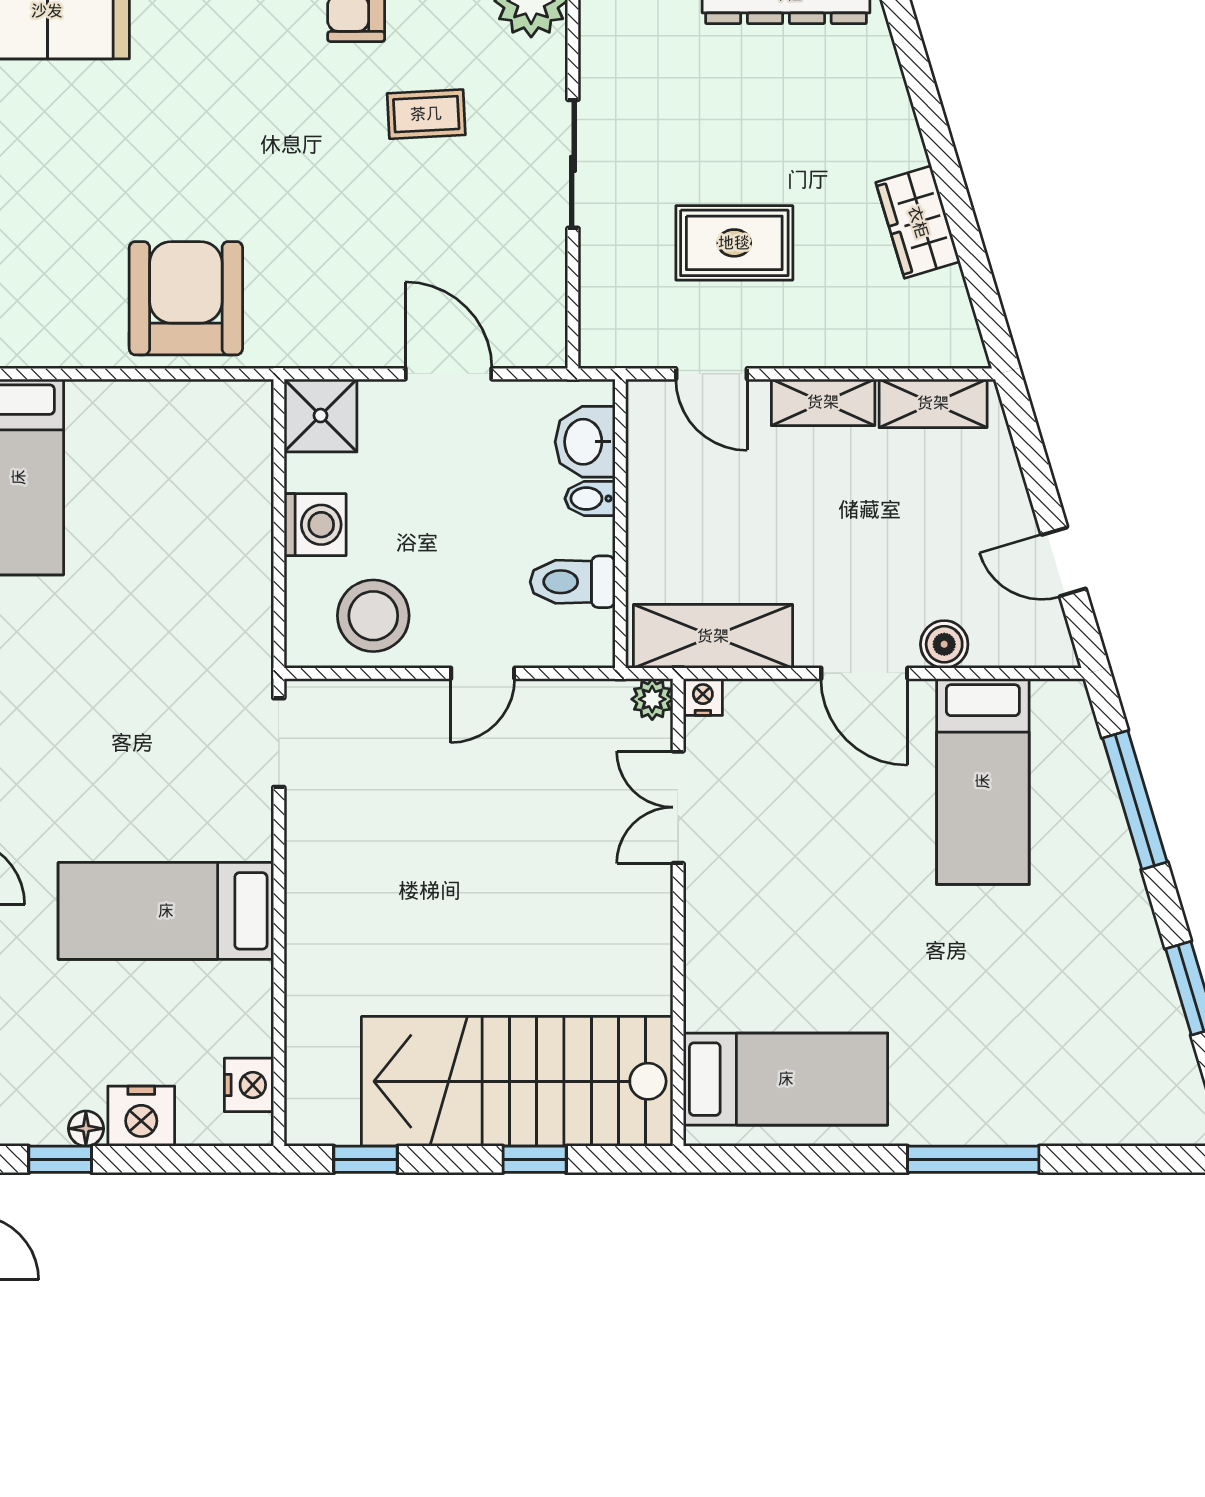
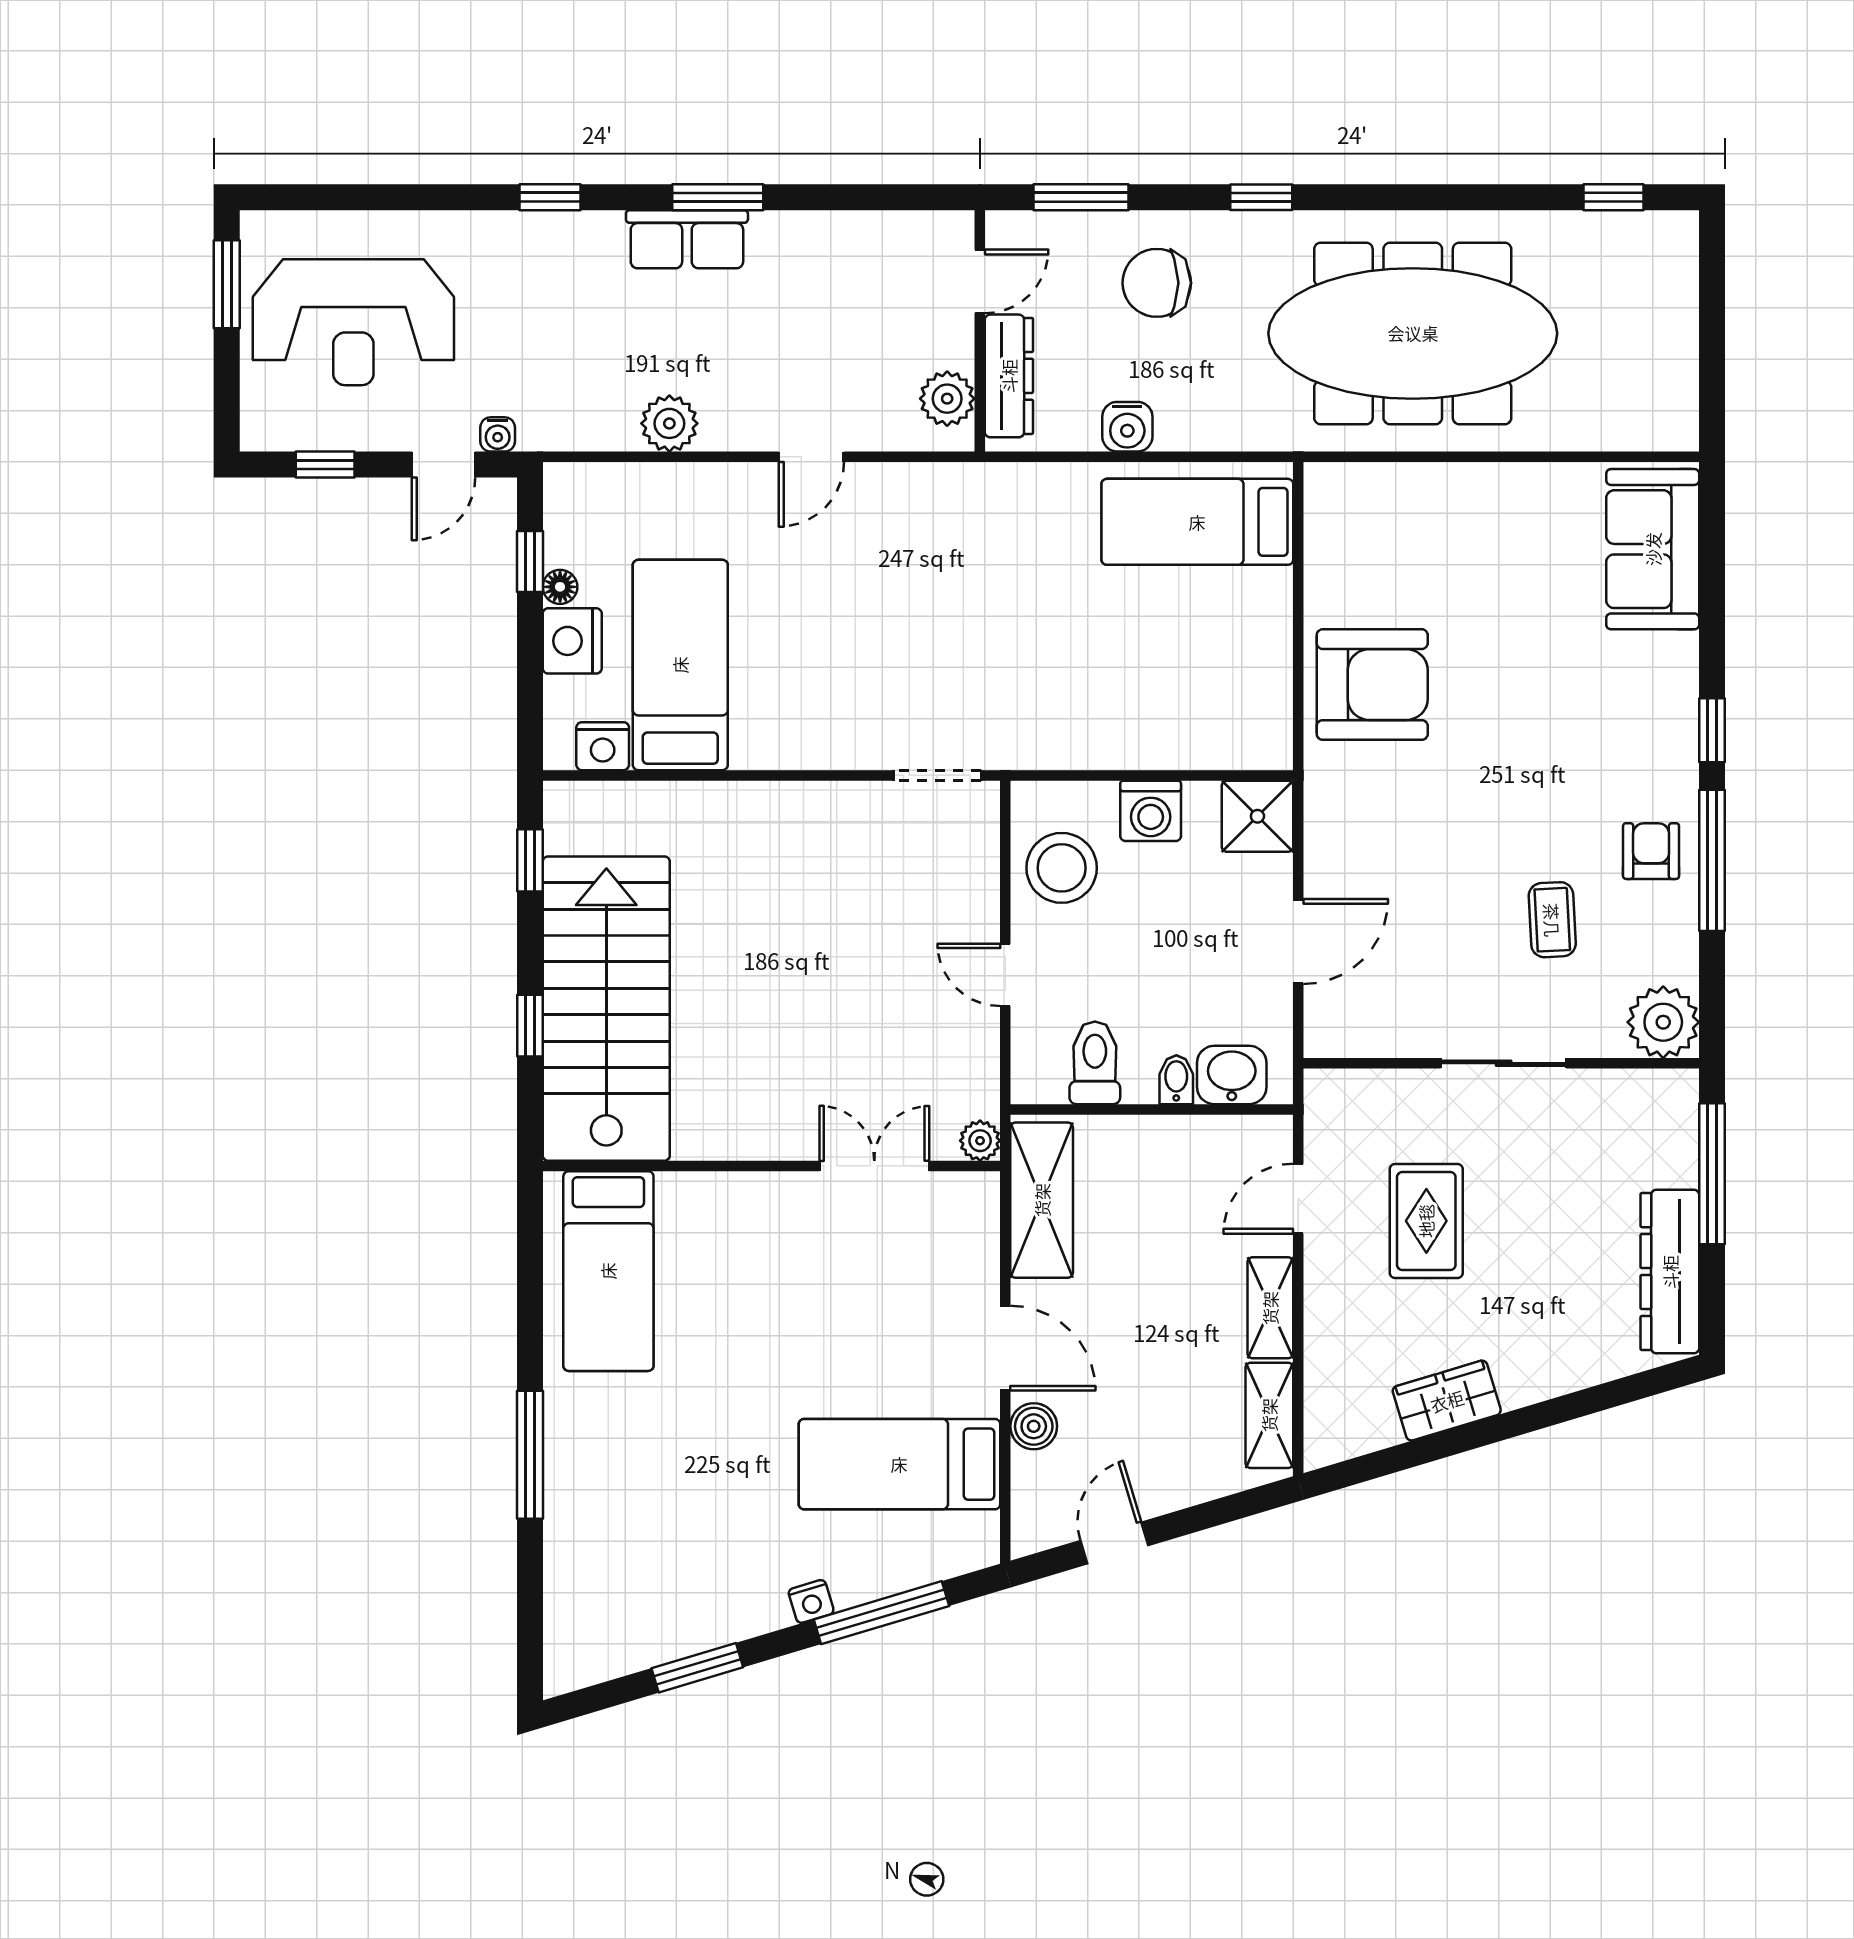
door: (864, 673) -> (1005, 1348), swing flipped
nightstand: (703, 697) -> (811, 1601), moved, turned 73
bed: (166, 911) -> (680, 665), moved

